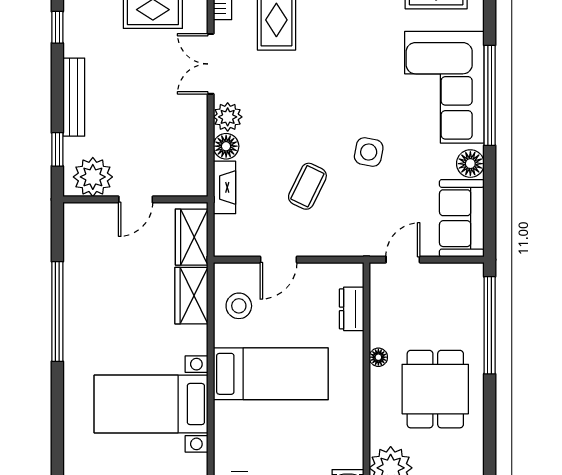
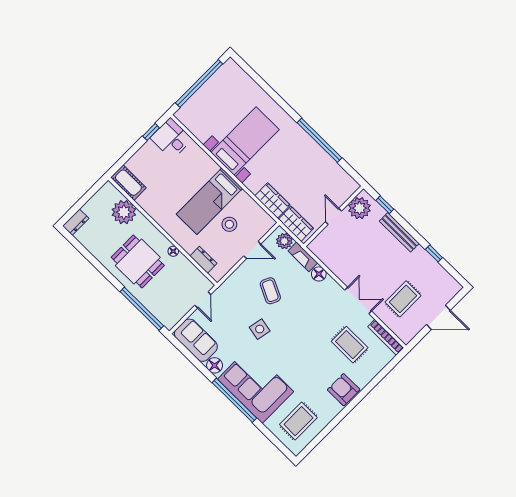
plant: (228, 117) -> (284, 241), moved
door: (279, 260) -> (252, 250), swing flipped
stool: (239, 306) -> (229, 224), moved

